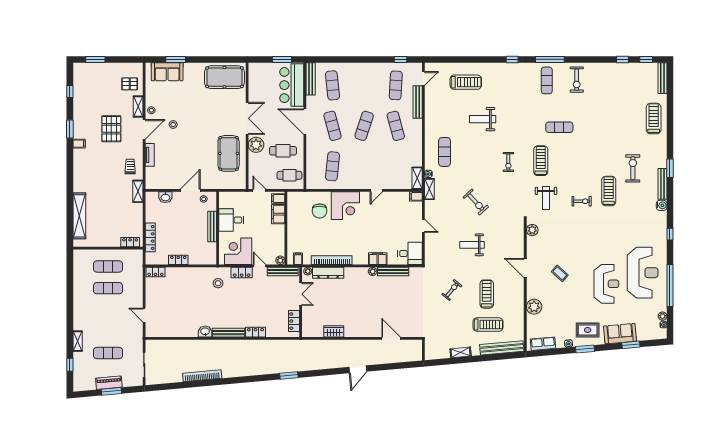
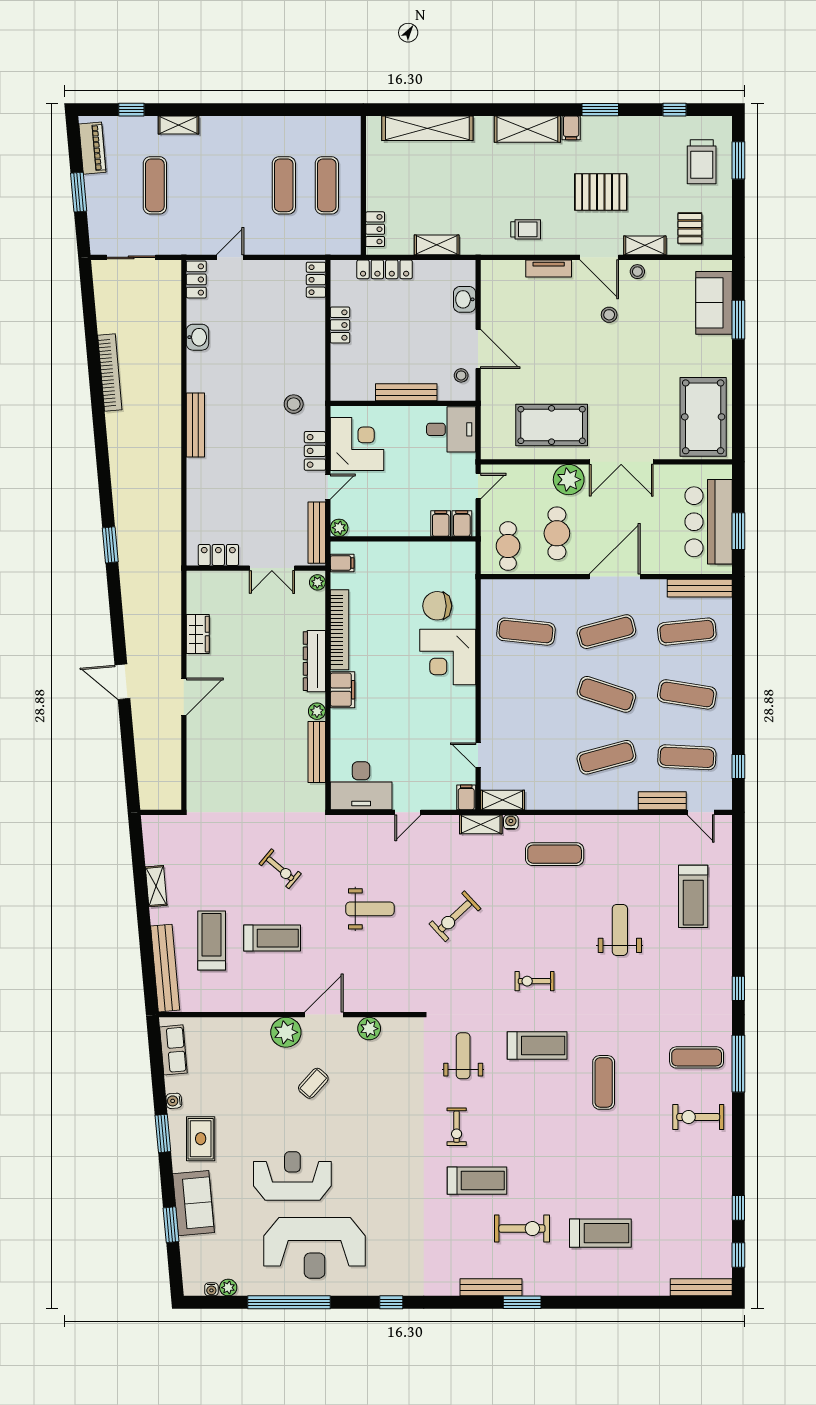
trolley: (96, 78) -> (702, 162), added
bar counter: (292, 85) -> (709, 522), moved, turned -90
exercise mat: (364, 85) -> (687, 694), added
bench: (418, 102) -> (662, 801), width x0.73
treadmill: (654, 119) -> (600, 1233), moved
shelving: (80, 166) -> (527, 129), added
door: (376, 190) -> (478, 755), moved
shelving: (138, 191) -> (437, 245), moved
weight bench: (546, 198) -> (463, 1056), turned 90
water cooler: (662, 205) -> (448, 1286), removed
filing cabinet: (278, 214) -> (441, 524), width x0.50
desk: (231, 220) -> (451, 429), moved, turned 90
plant: (532, 230) -> (369, 1029), moved
weight bench: (472, 245) -> (370, 909), turned 90
desk: (410, 253) -> (361, 786), width x1.37
filing cabinet: (378, 259) -> (342, 690), moved
dresser: (328, 273) -> (314, 661), moved
reception desk: (606, 284) -> (292, 1176), turned 180
plant: (534, 307) -> (286, 1032), moved
treadmill: (488, 324) -> (212, 941), turned 180
washbasin: (205, 332) -> (197, 337), moved
locker: (255, 332) -> (196, 279), moved
door: (391, 338) -> (184, 697), moved
piano: (109, 383) -> (92, 148), moved

